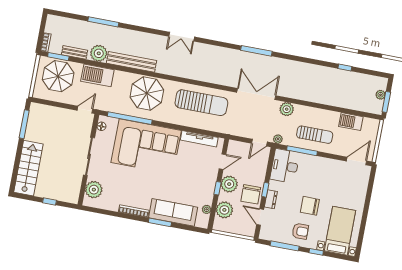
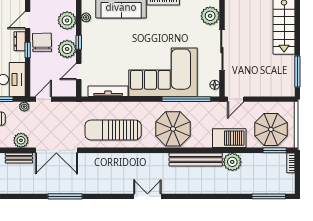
window: (103, 22) -> (269, 196), moved
bench: (75, 52) -> (19, 158), moved
door: (260, 217) -> (28, 20), swing flipped

